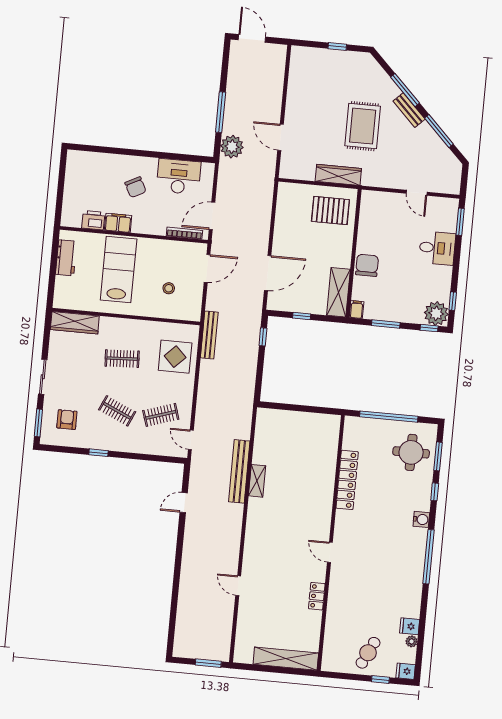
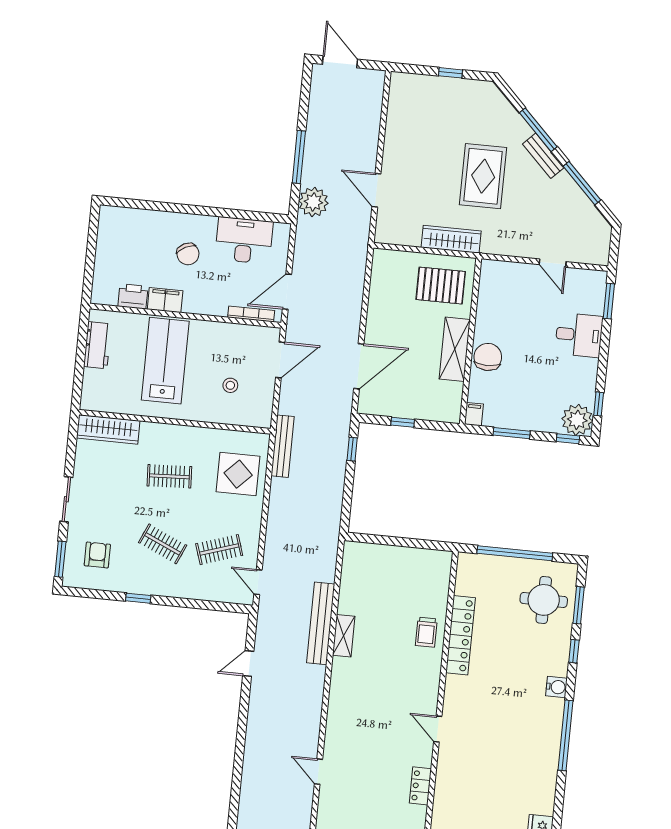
shelving: (338, 292) -> (455, 349), moved
trolley: (321, 478) -> (426, 632), added

